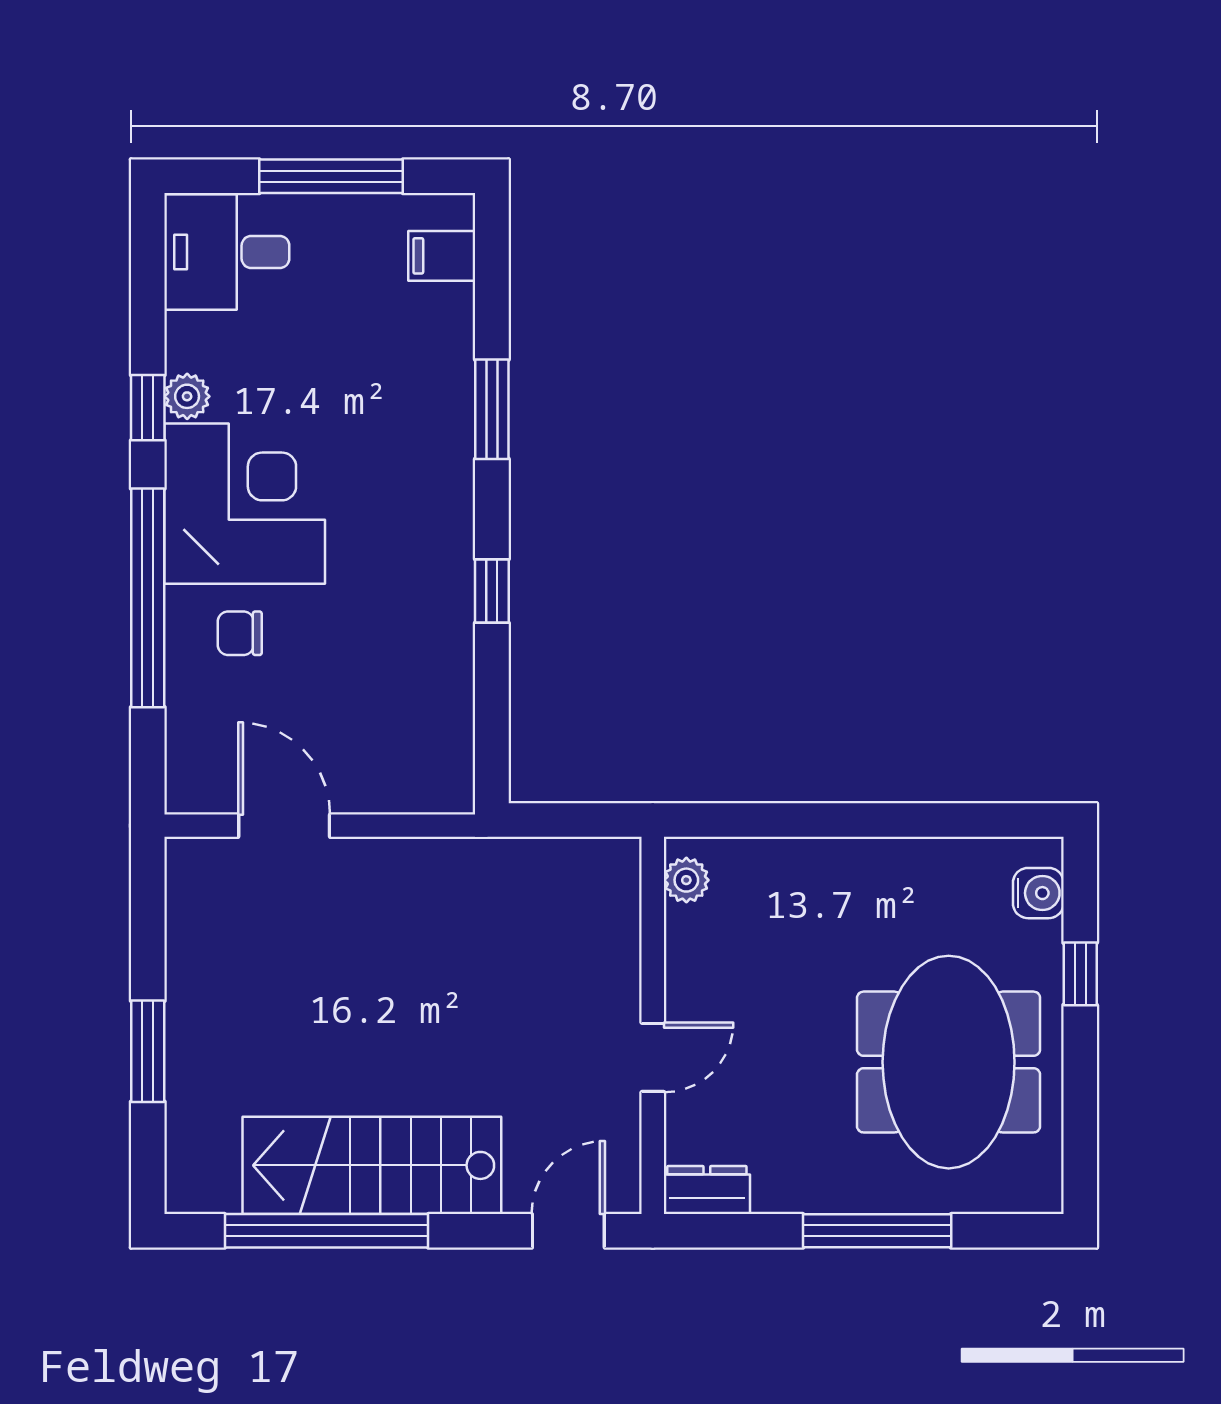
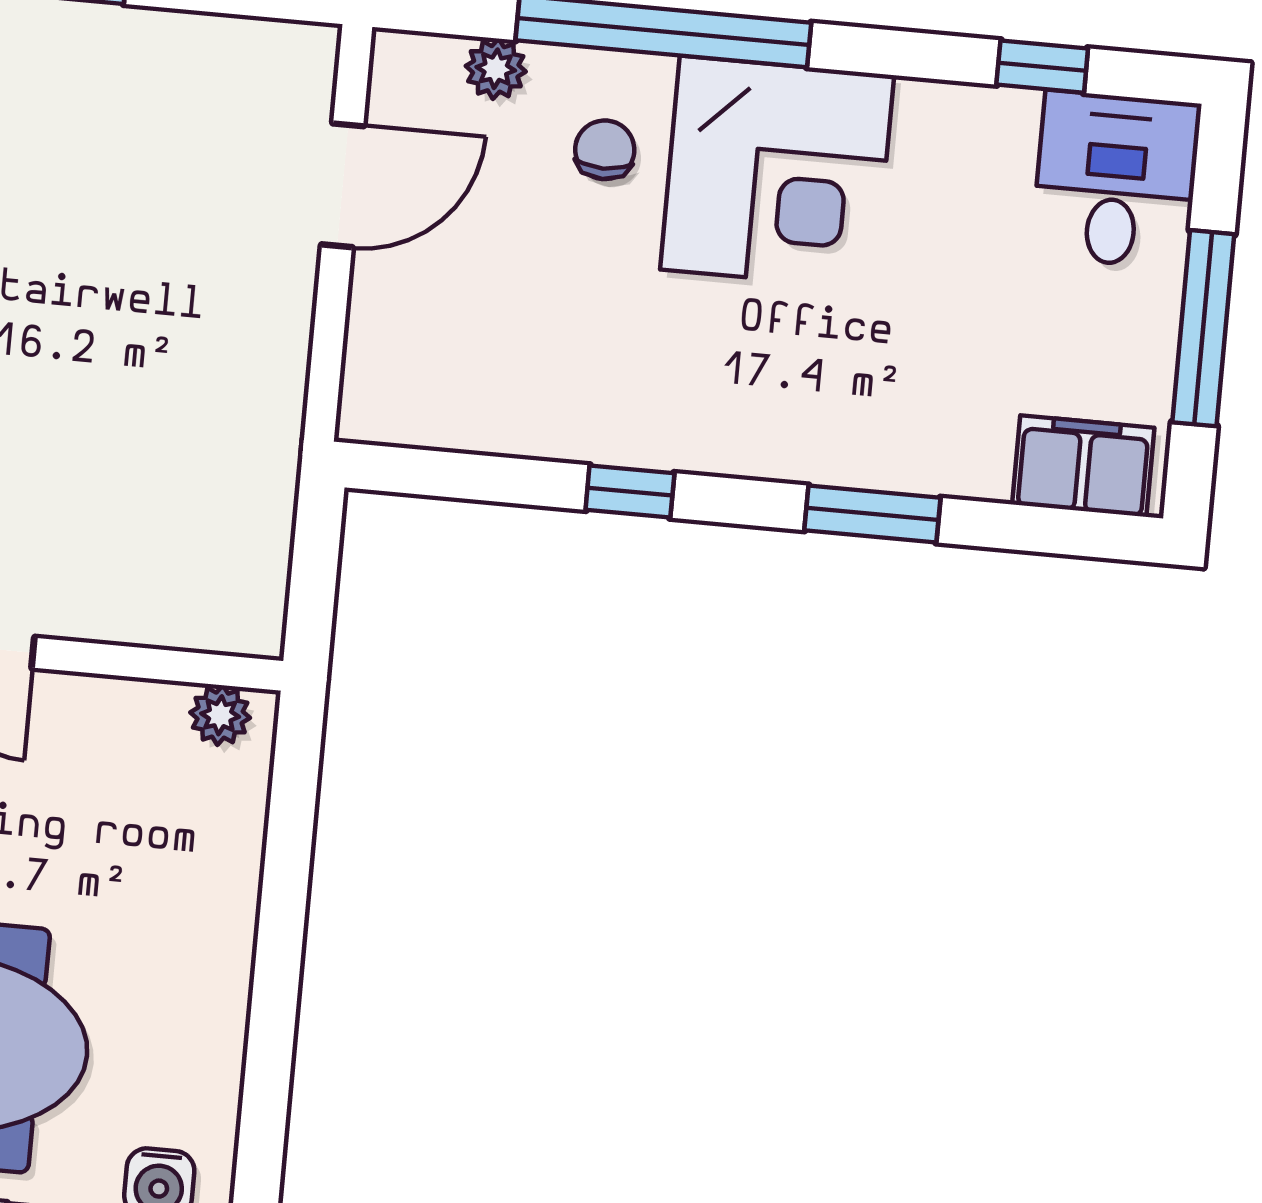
filing cabinet: (442, 256) -> (1083, 466), width x2.00
plant: (187, 396) -> (496, 69), moved
window: (148, 408) -> (1042, 67), moved

